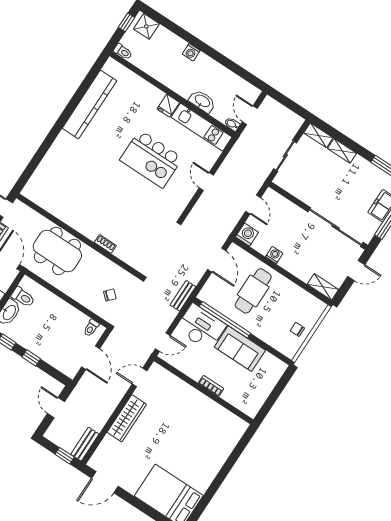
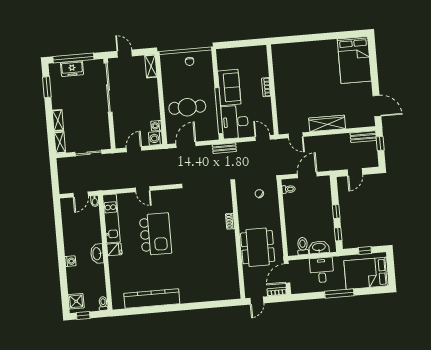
washbasin: (202, 101) -> (97, 254), moved
door: (206, 182) -> (143, 189), hinge flipped
washing machine: (274, 255) -> (156, 126), moved

